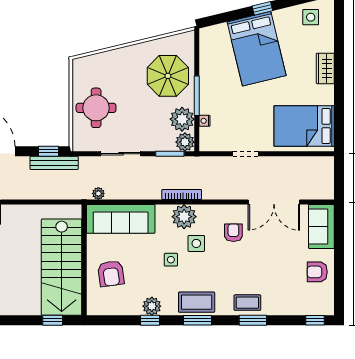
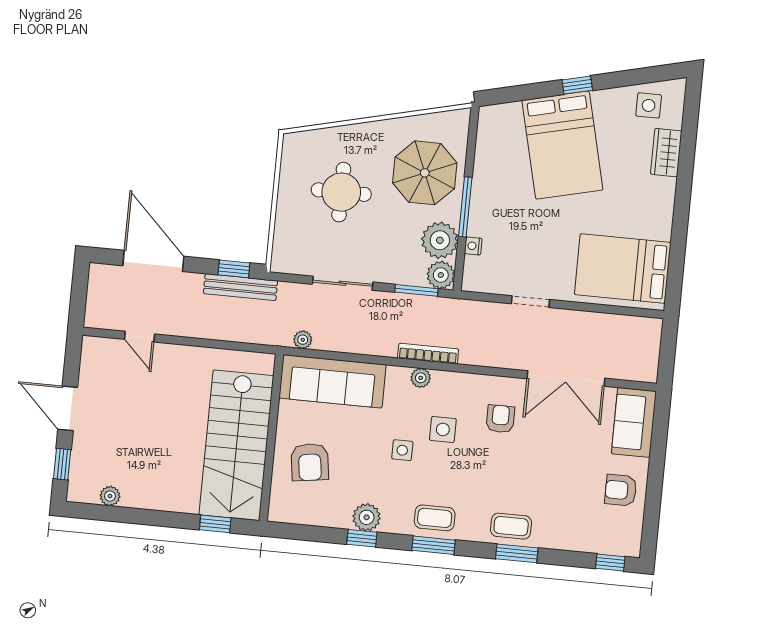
wardrobe: (325, 68) -> (666, 153), moved
round table: (96, 108) -> (341, 192), moved
plant: (184, 217) -> (421, 378), width x0.53, depth x0.53
coffee table: (197, 302) -> (435, 518), width x0.73, depth x0.77

